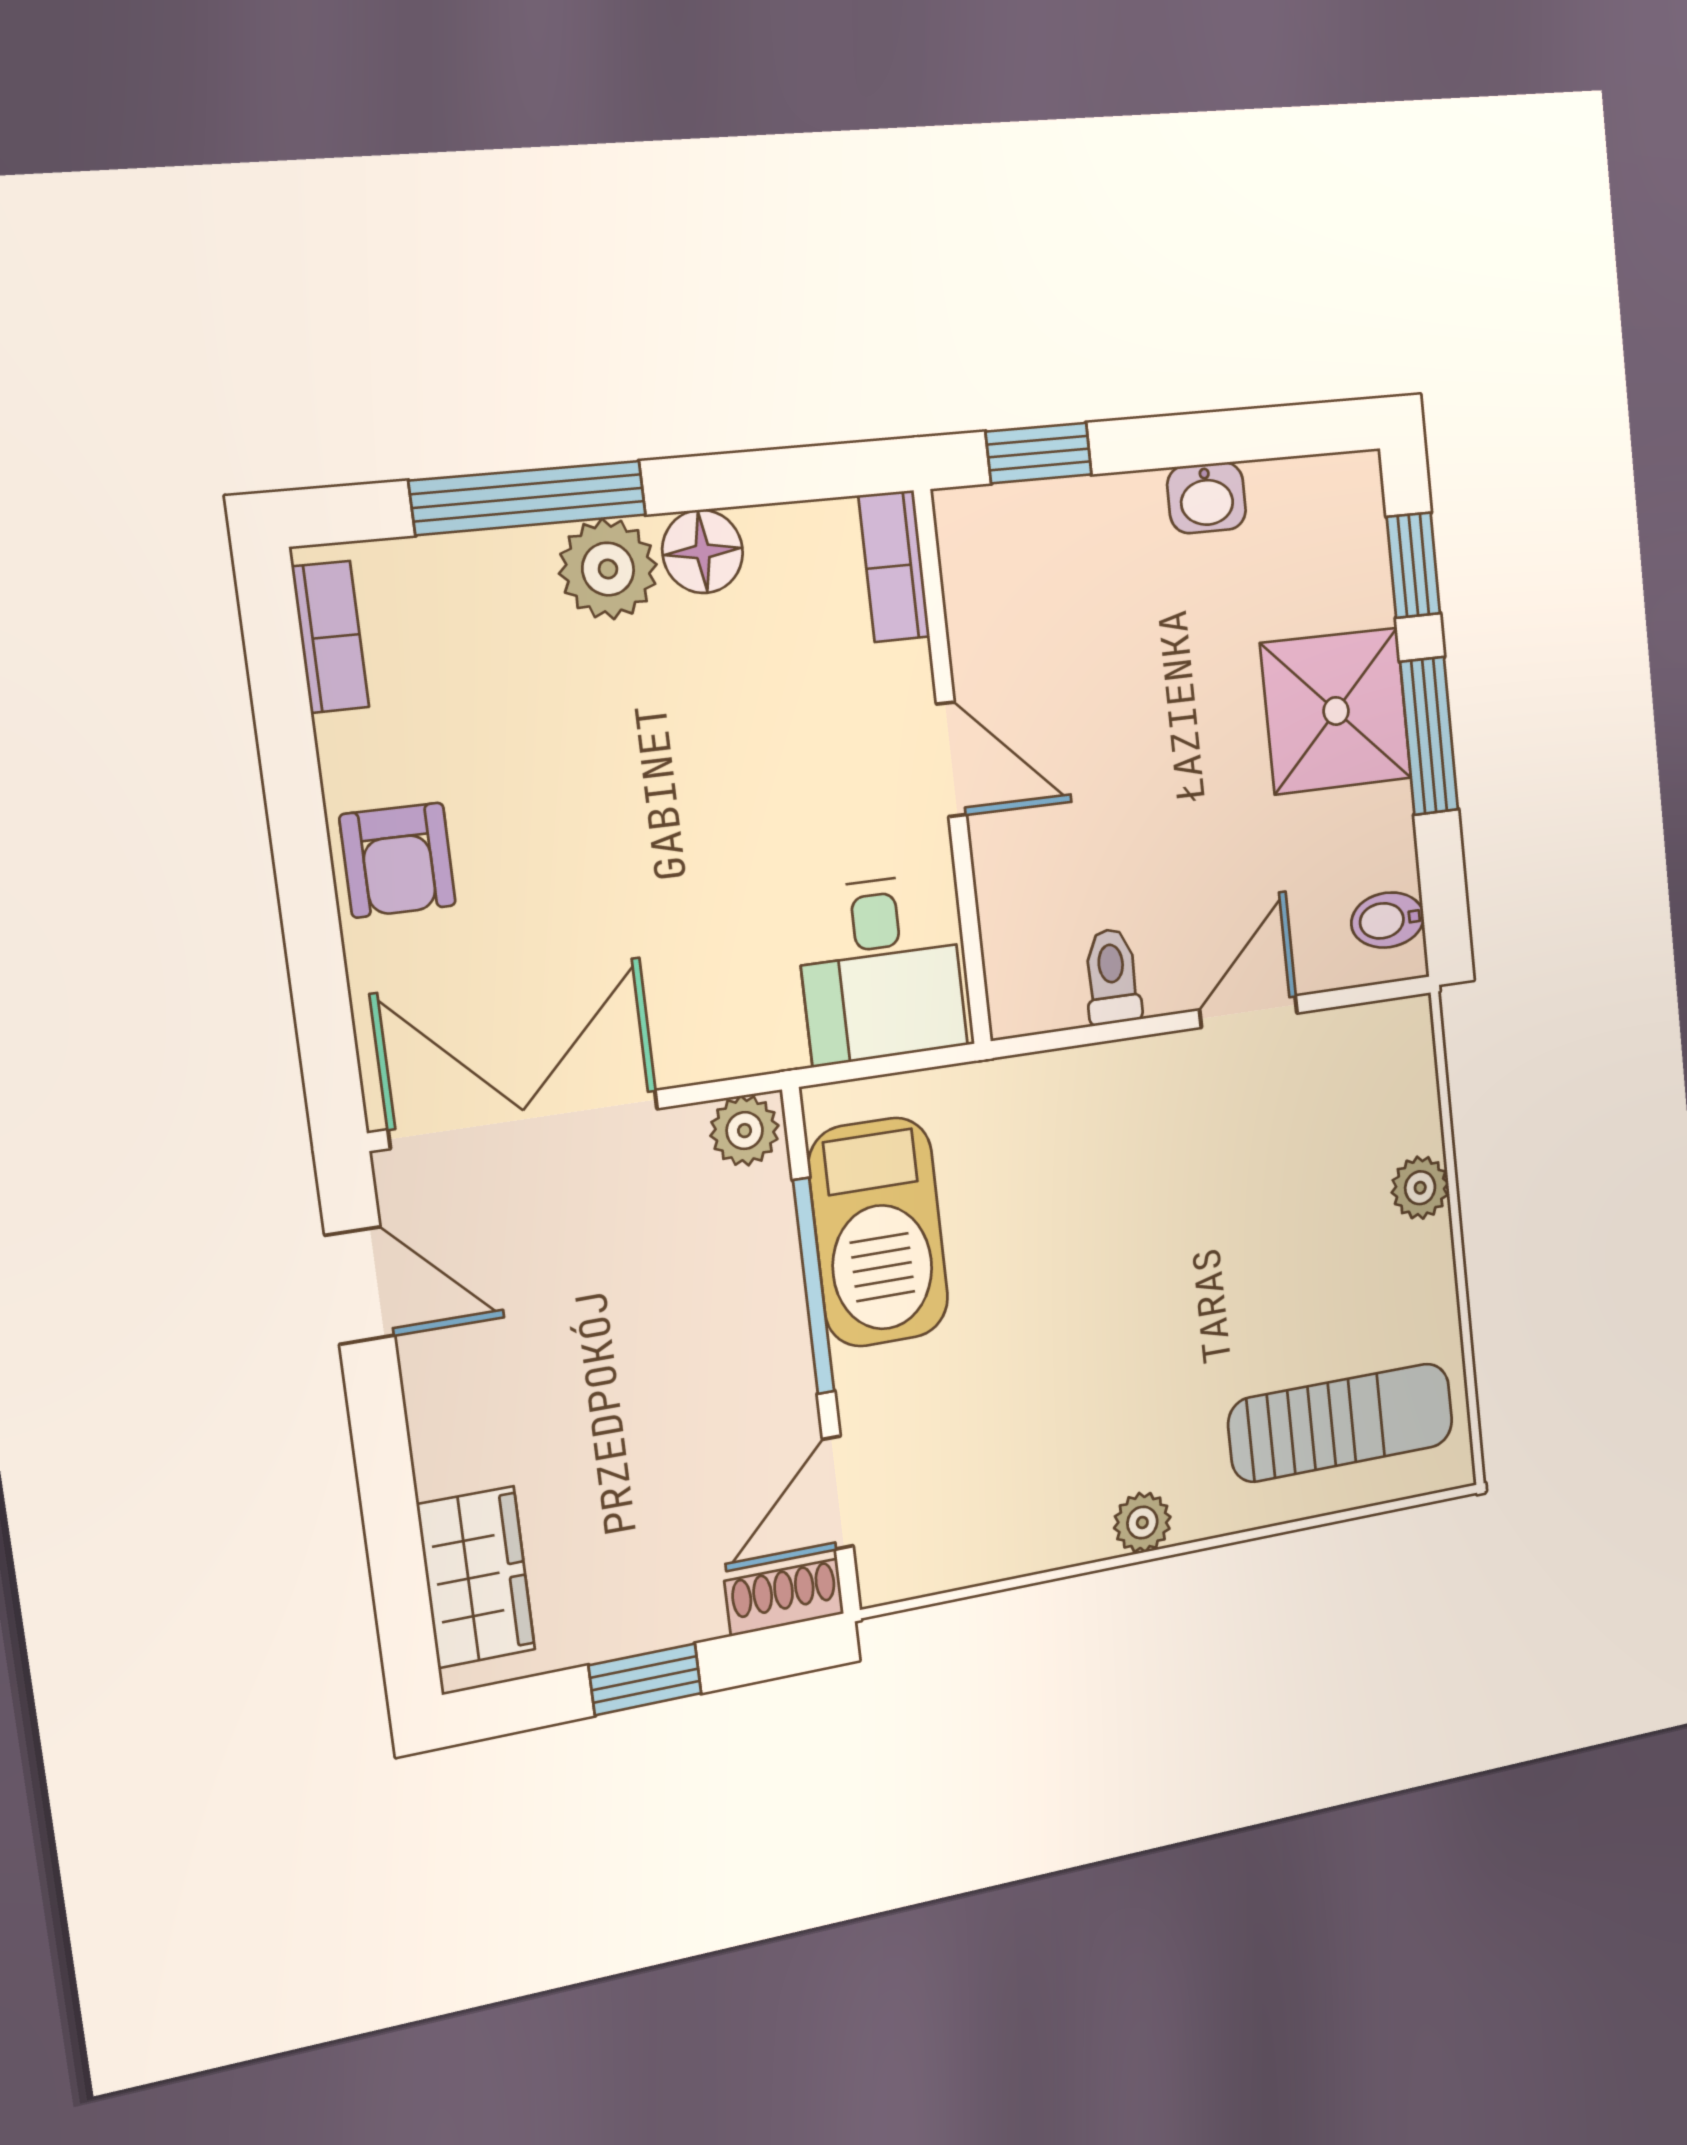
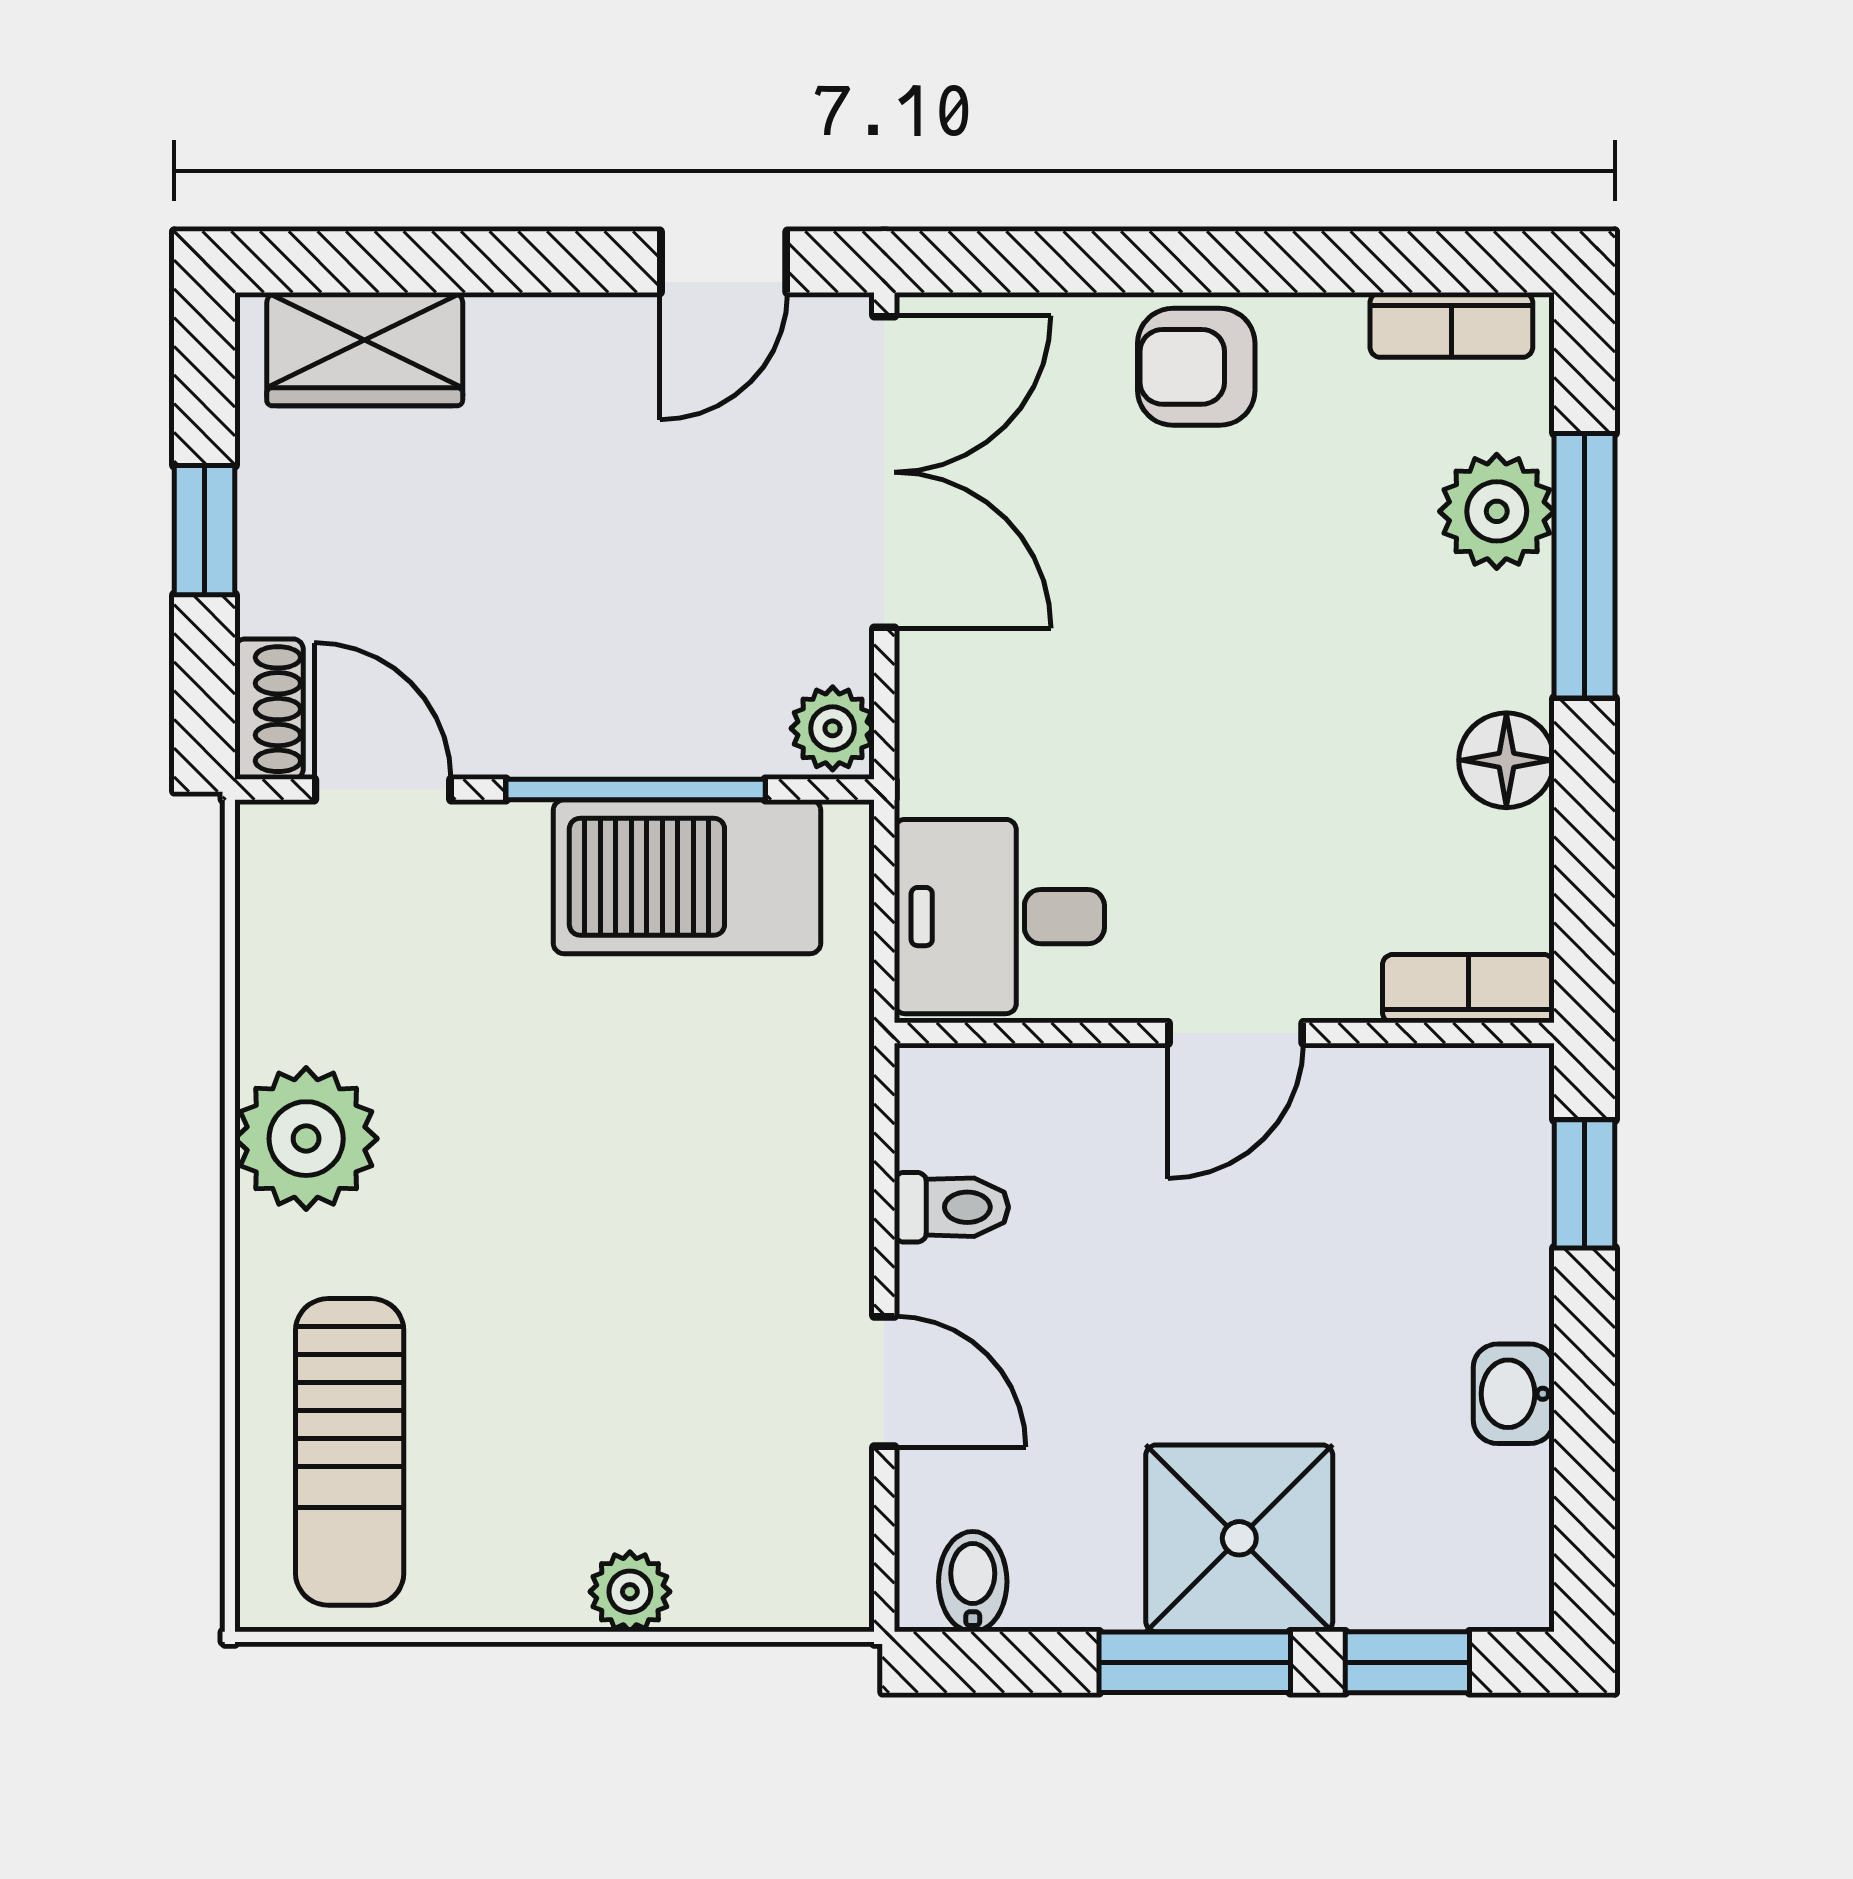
plant: (608, 569) -> (1497, 511), moved
plant: (1142, 1523) -> (306, 1139), width x1.87, depth x1.87

